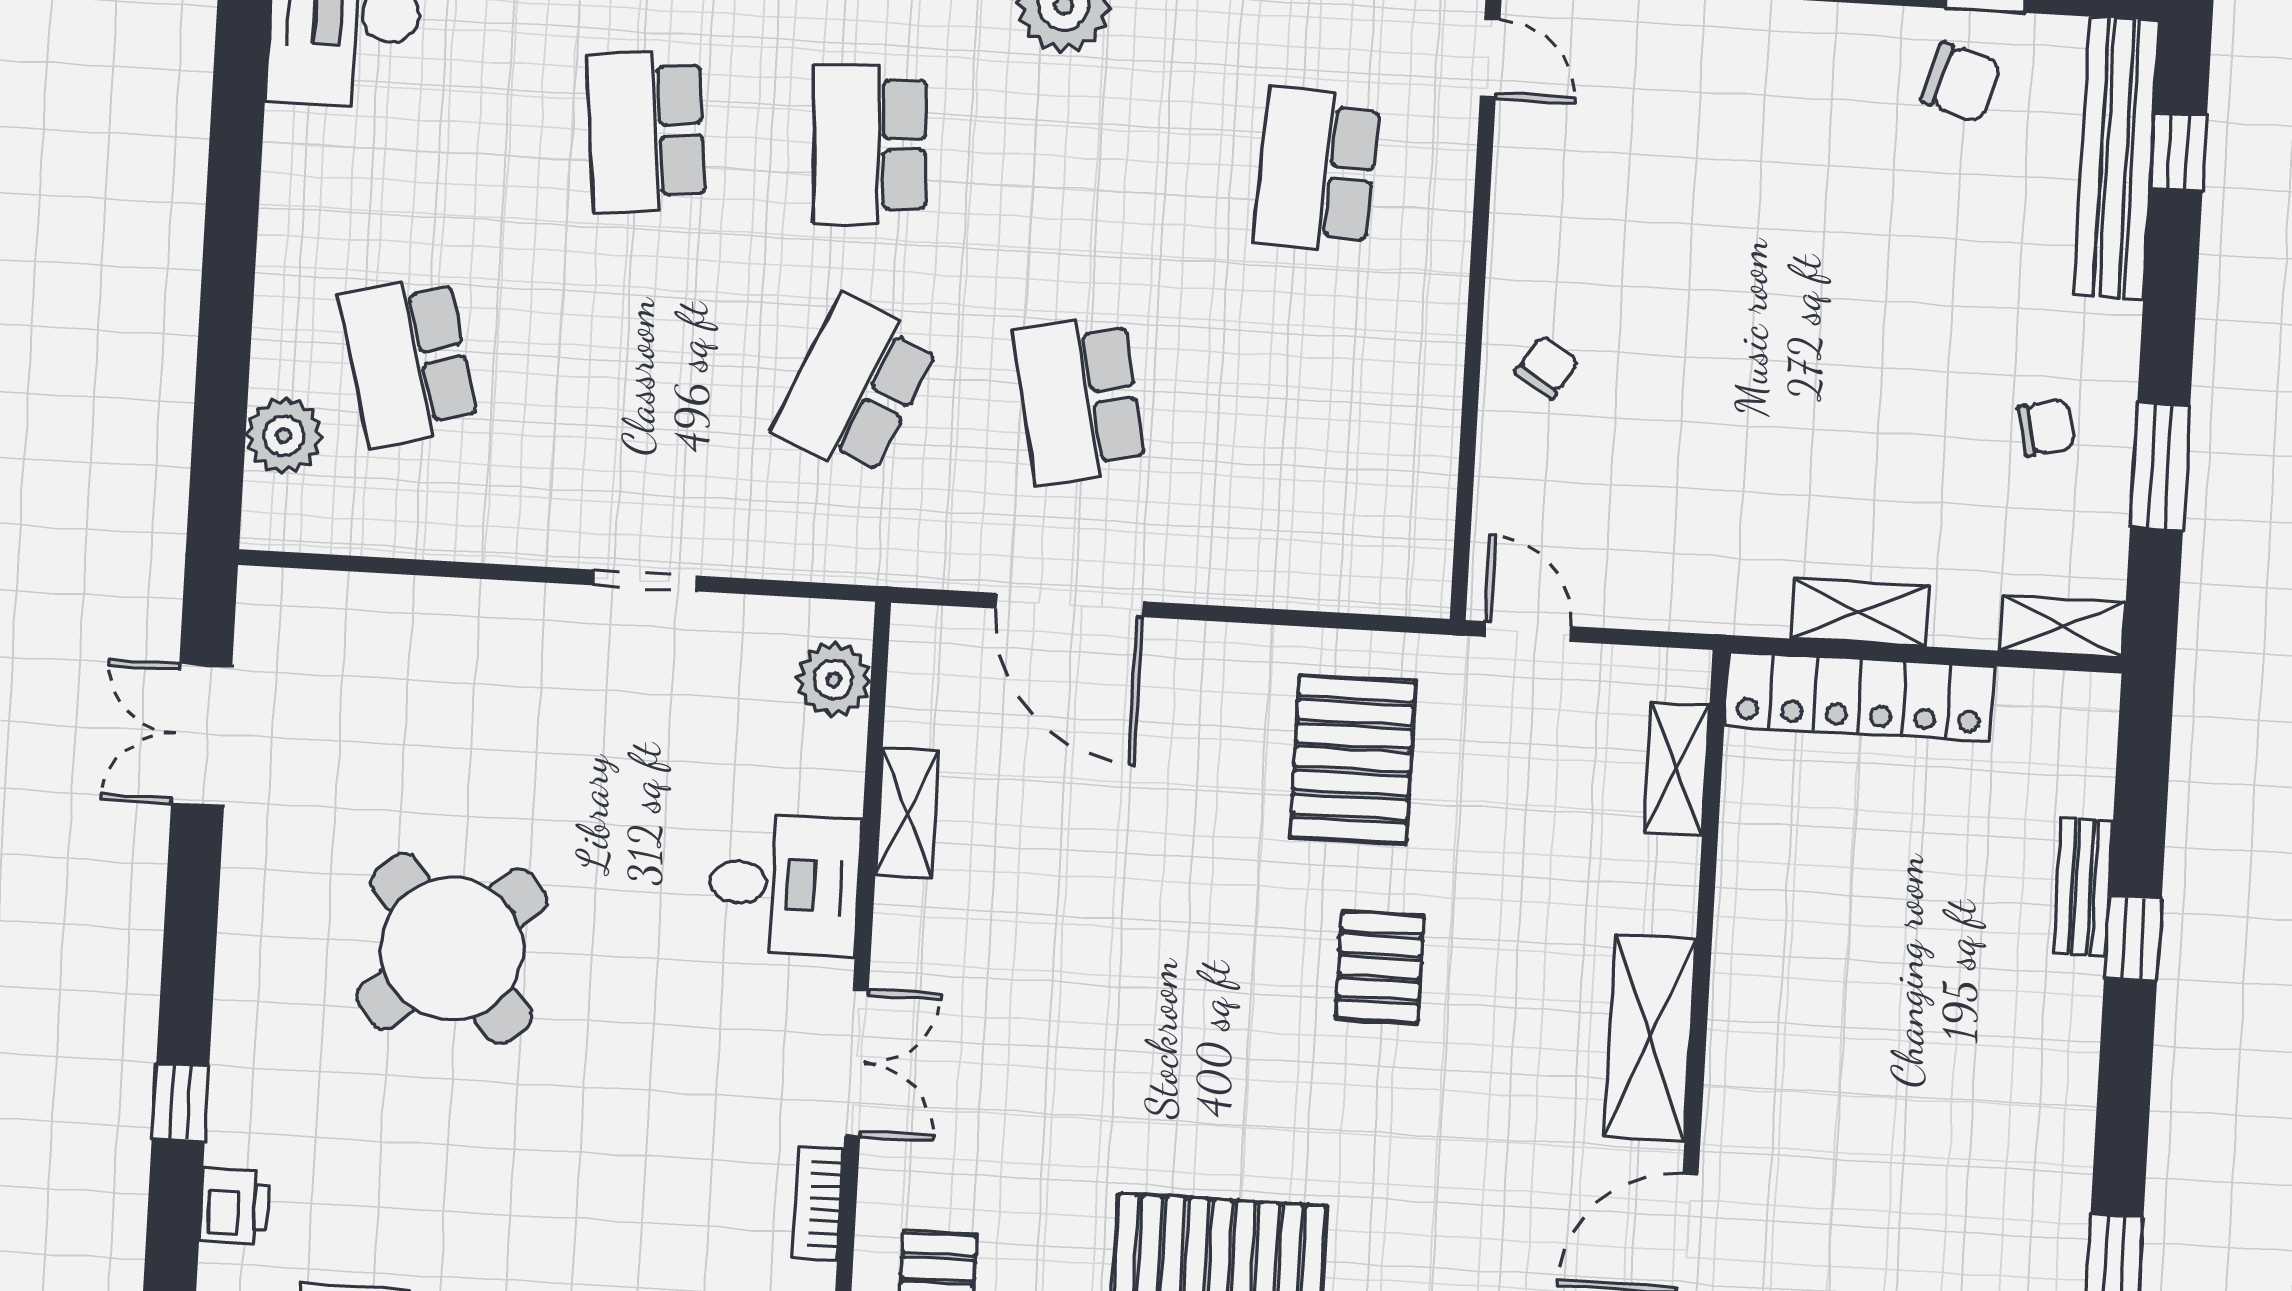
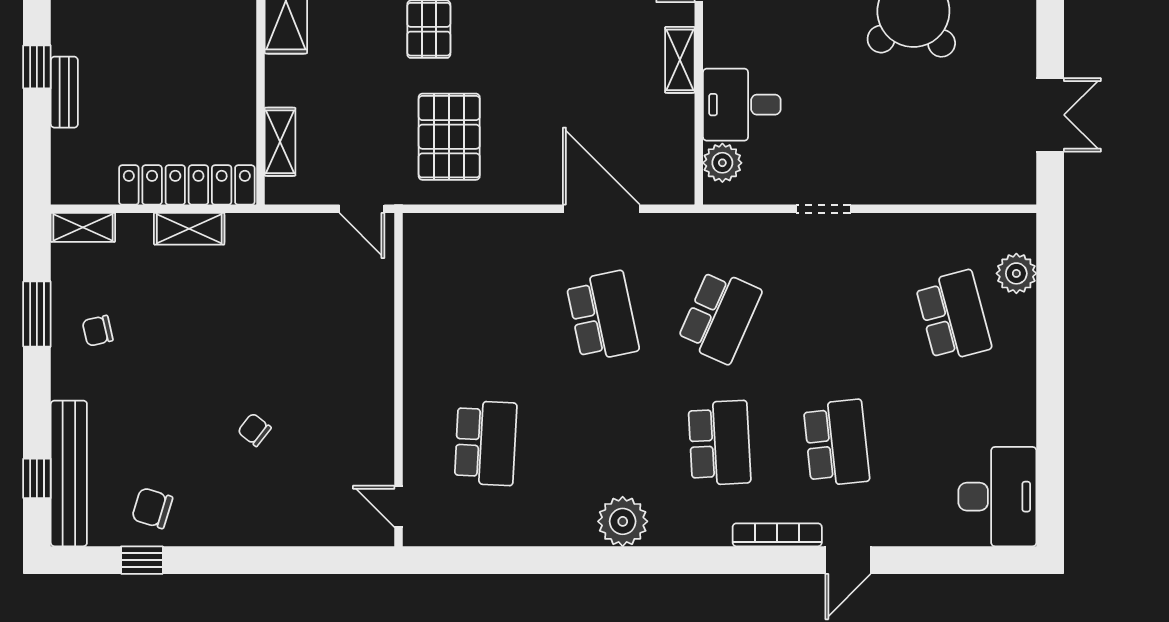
chair: (1547, 367) -> (254, 430), moved, turned 95
shelving: (907, 813) -> (680, 60), moved
desk: (784, 884) -> (742, 105), moved

